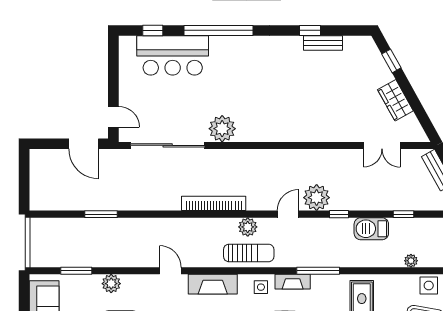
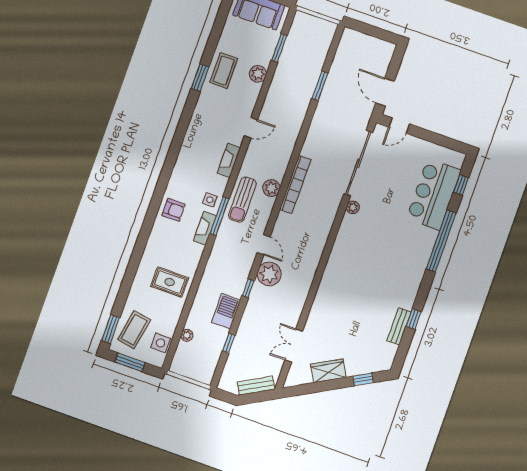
plant: (222, 129) -> (353, 207), width x0.53, depth x0.53
door: (84, 144) -> (385, 92), hinge flipped
plant: (248, 227) -> (271, 188), moved
window: (318, 271) -> (220, 216), moved
fireplace: (213, 284) -> (229, 160), width x0.73, depth x0.76

